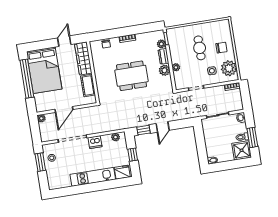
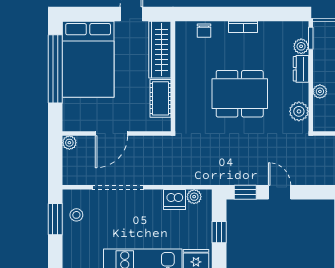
plant: (164, 70) -> (299, 111), moved
door: (163, 127) -> (280, 192), swing flipped
dishwasher: (95, 142) -> (175, 200), moved

